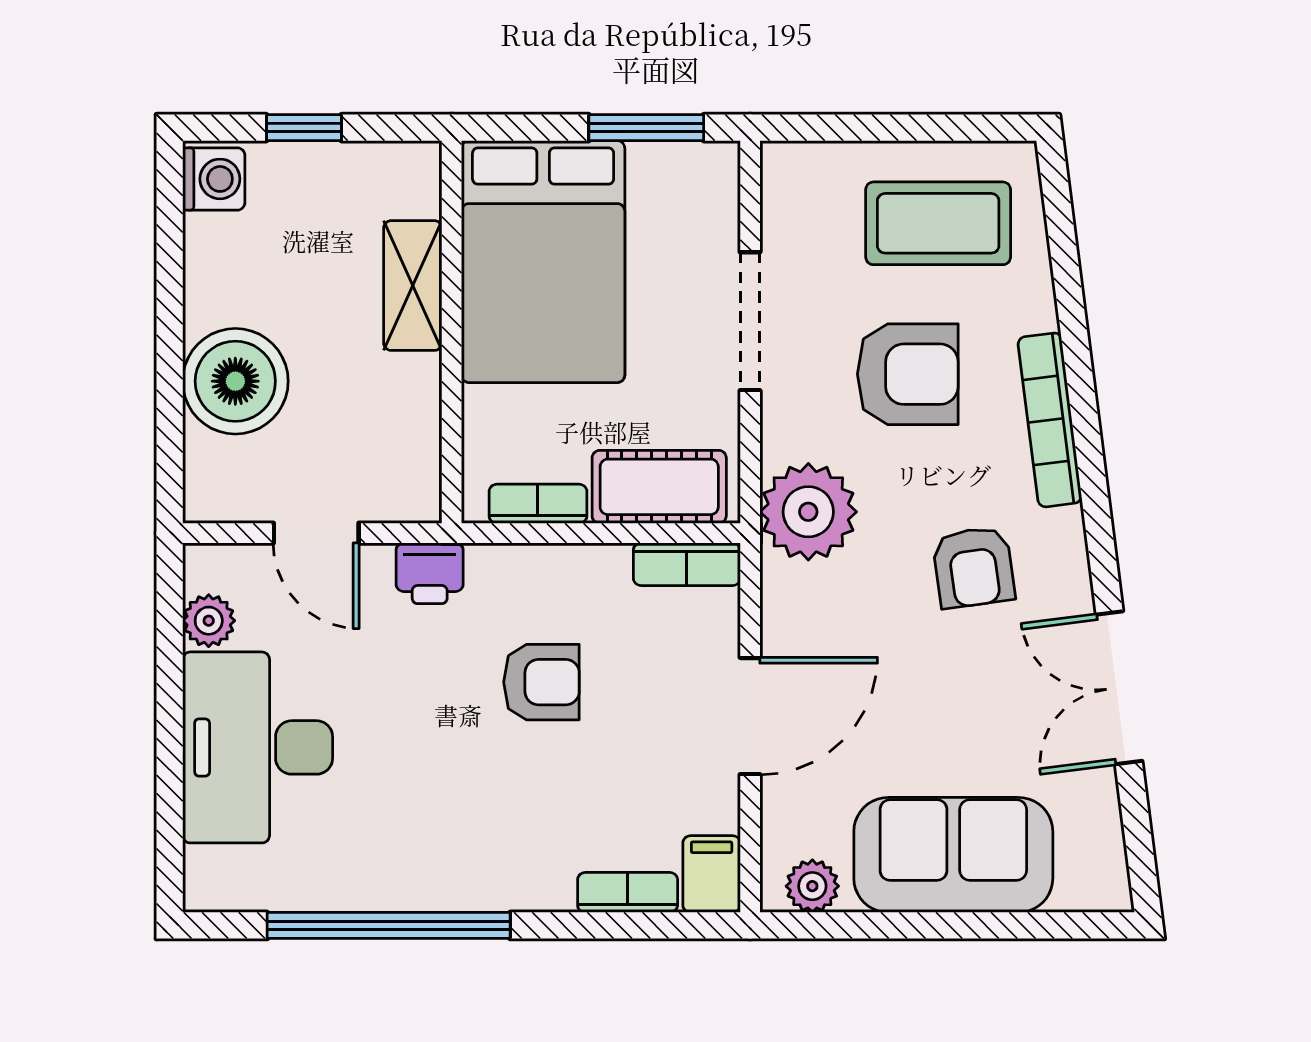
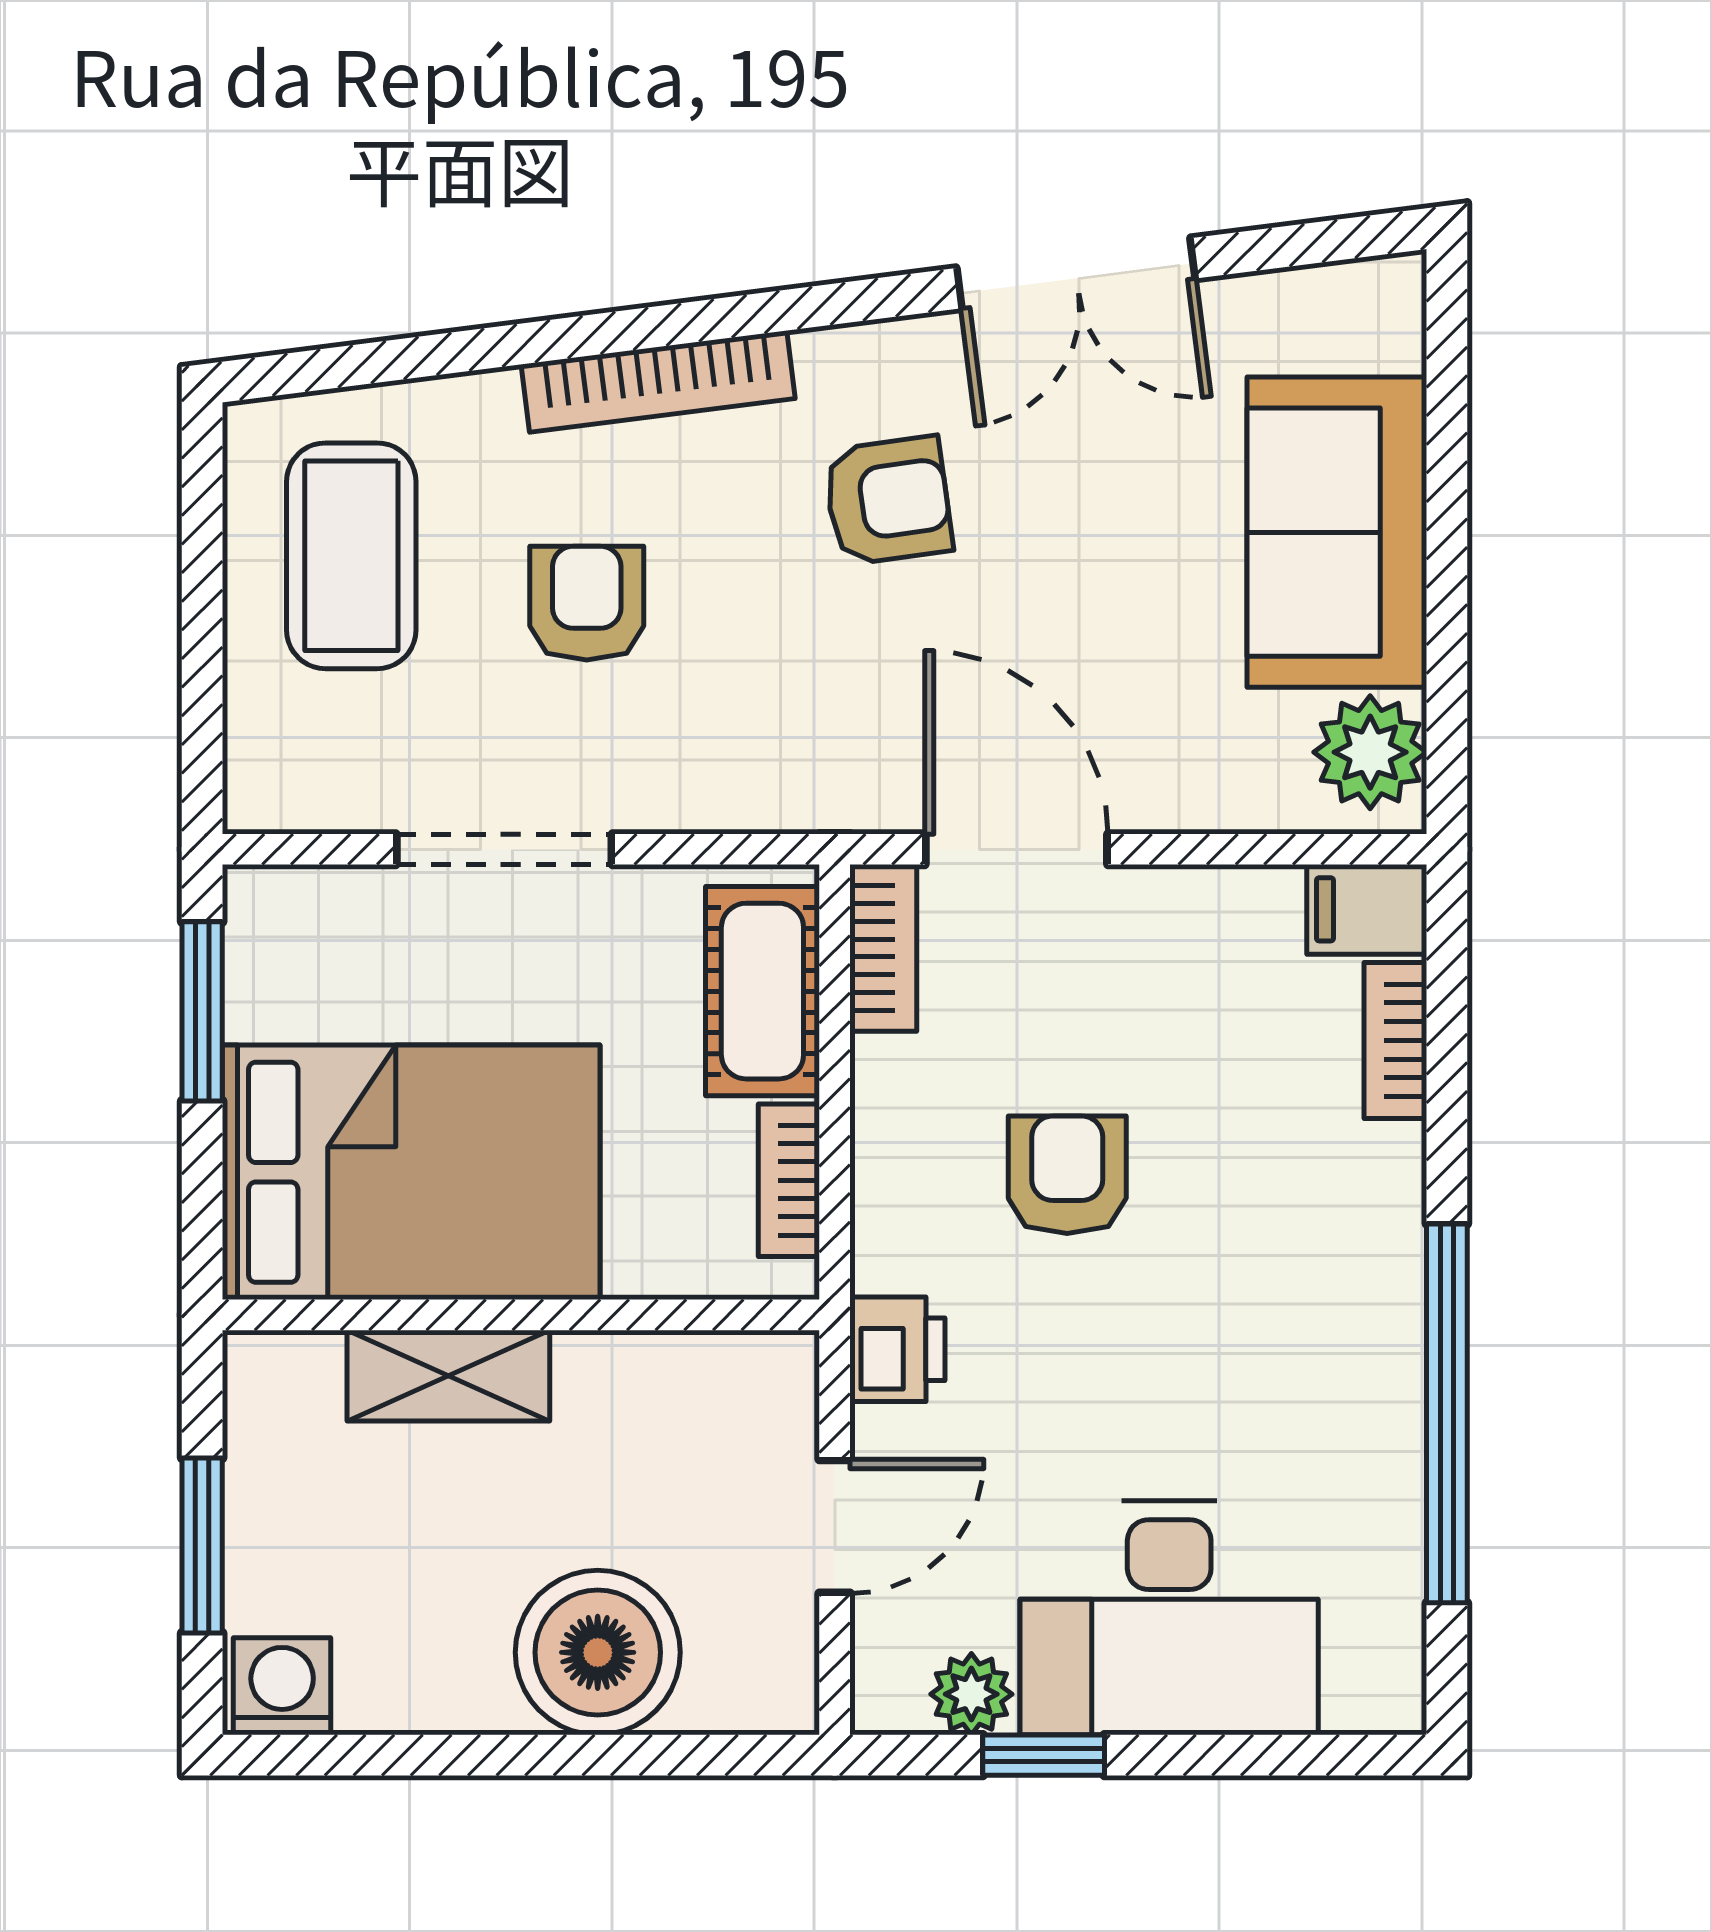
window: (304, 128) -> (202, 1545), width x1.50
armchair: (908, 374) -> (587, 603), width x0.72, depth x0.72
plant: (808, 512) -> (801, 758), removed
window: (170, 667) -> (1044, 1755), added
door: (750, 716) -> (1016, 849), moved
plant: (812, 886) -> (1370, 752), width x1.38, depth x1.38

